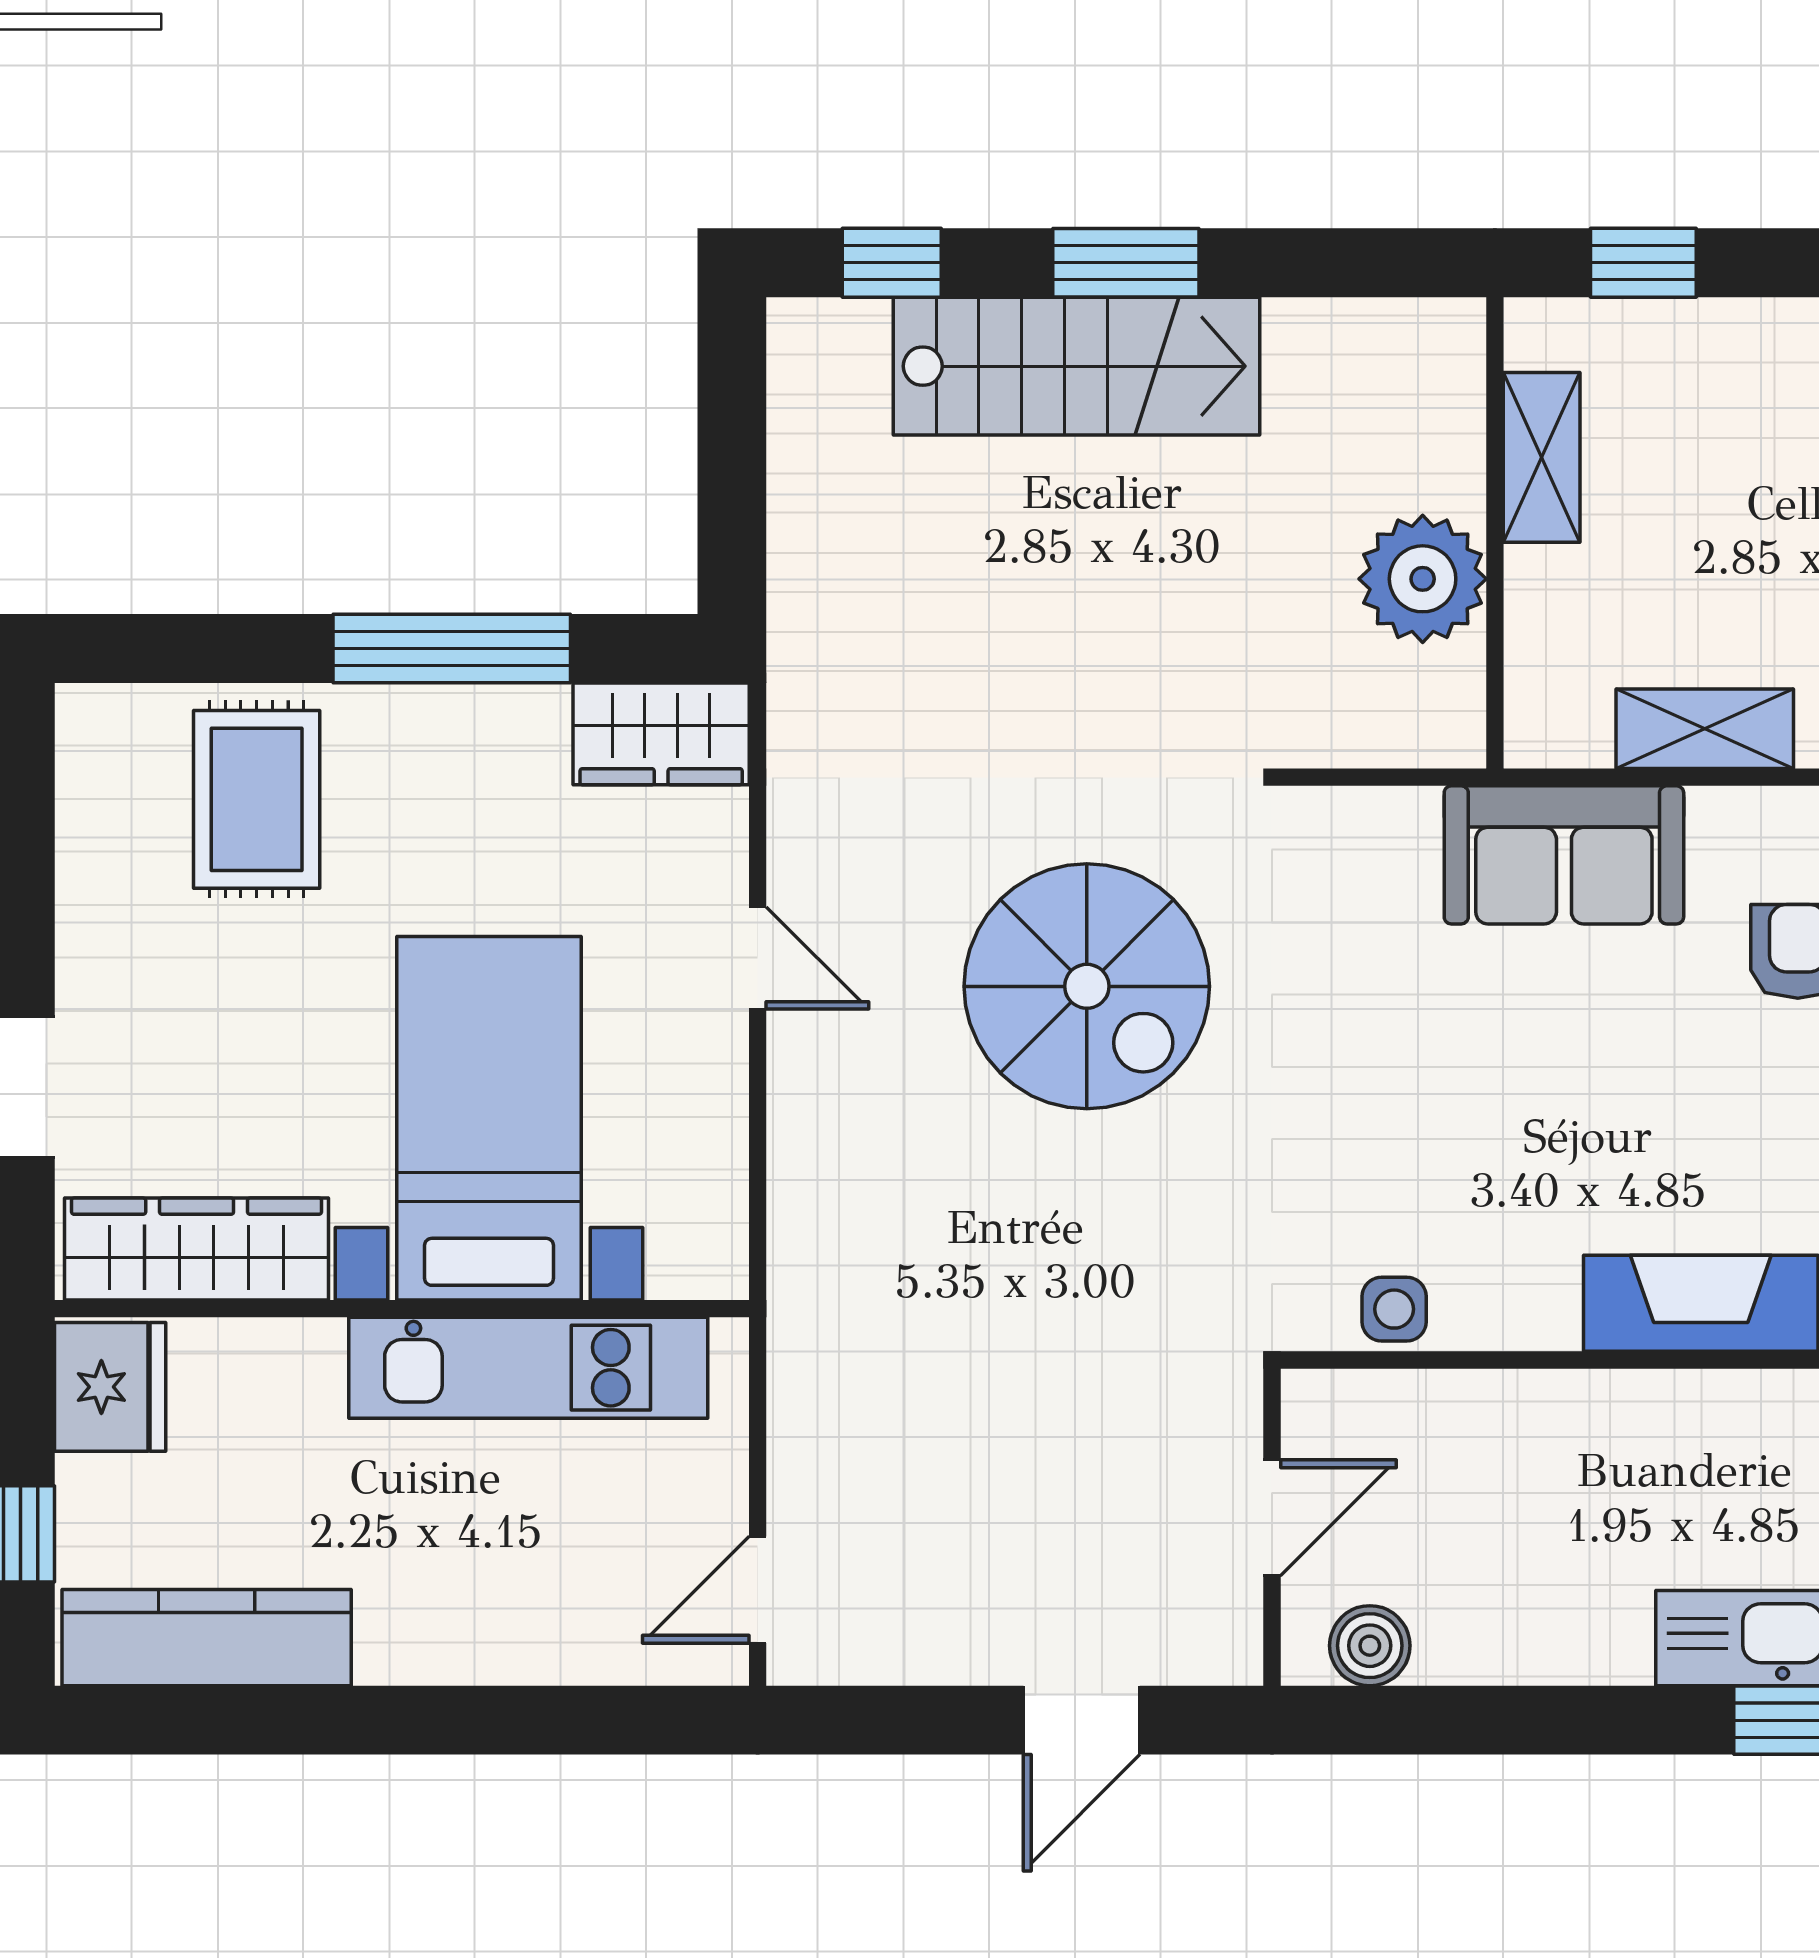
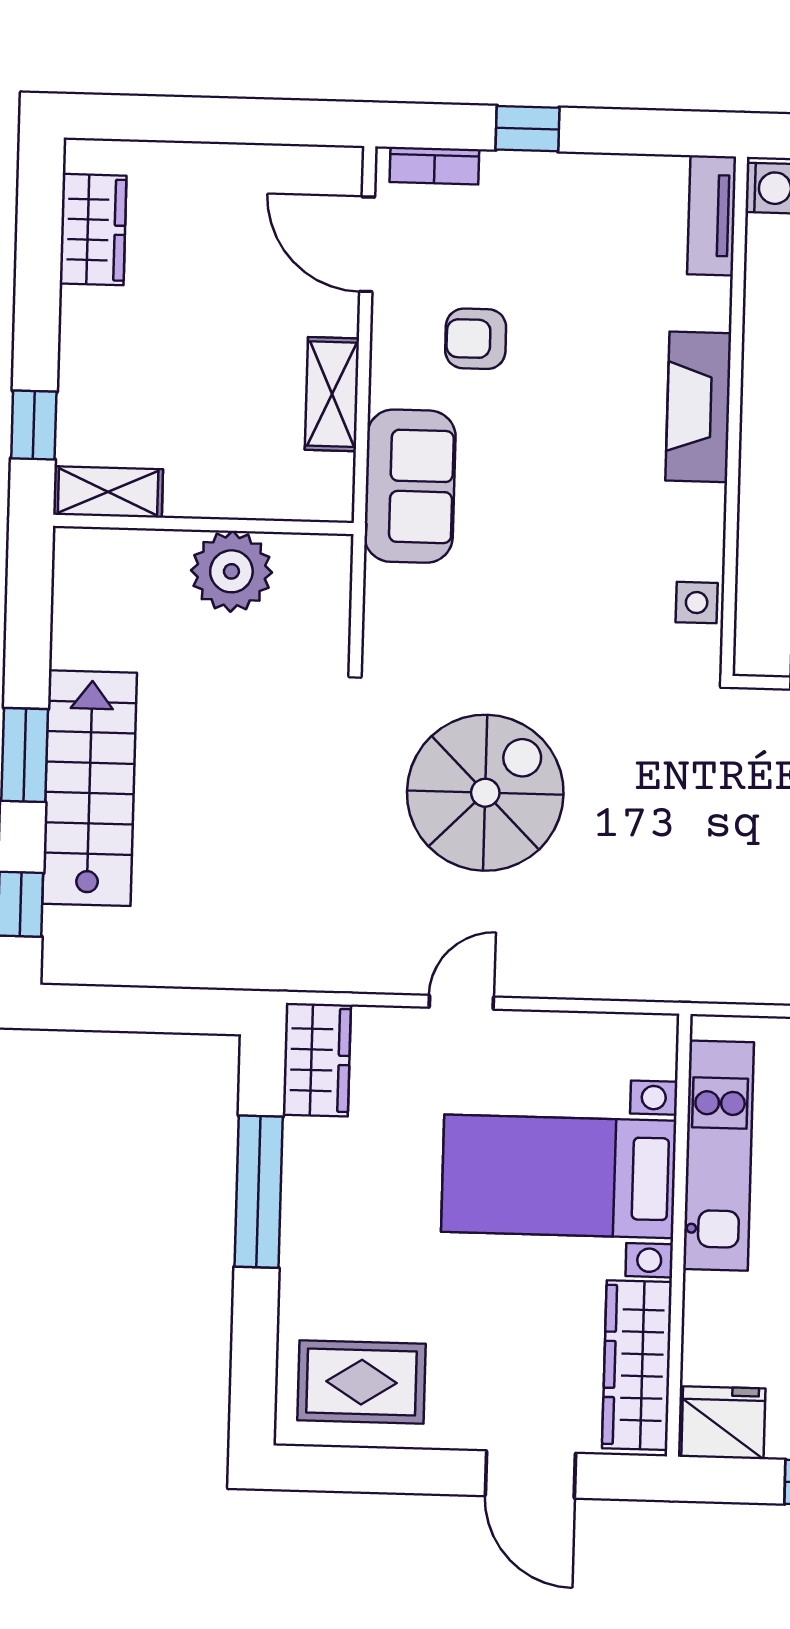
shelving: (1542, 457) -> (108, 492), moved
rug: (257, 799) -> (362, 1382), moved

